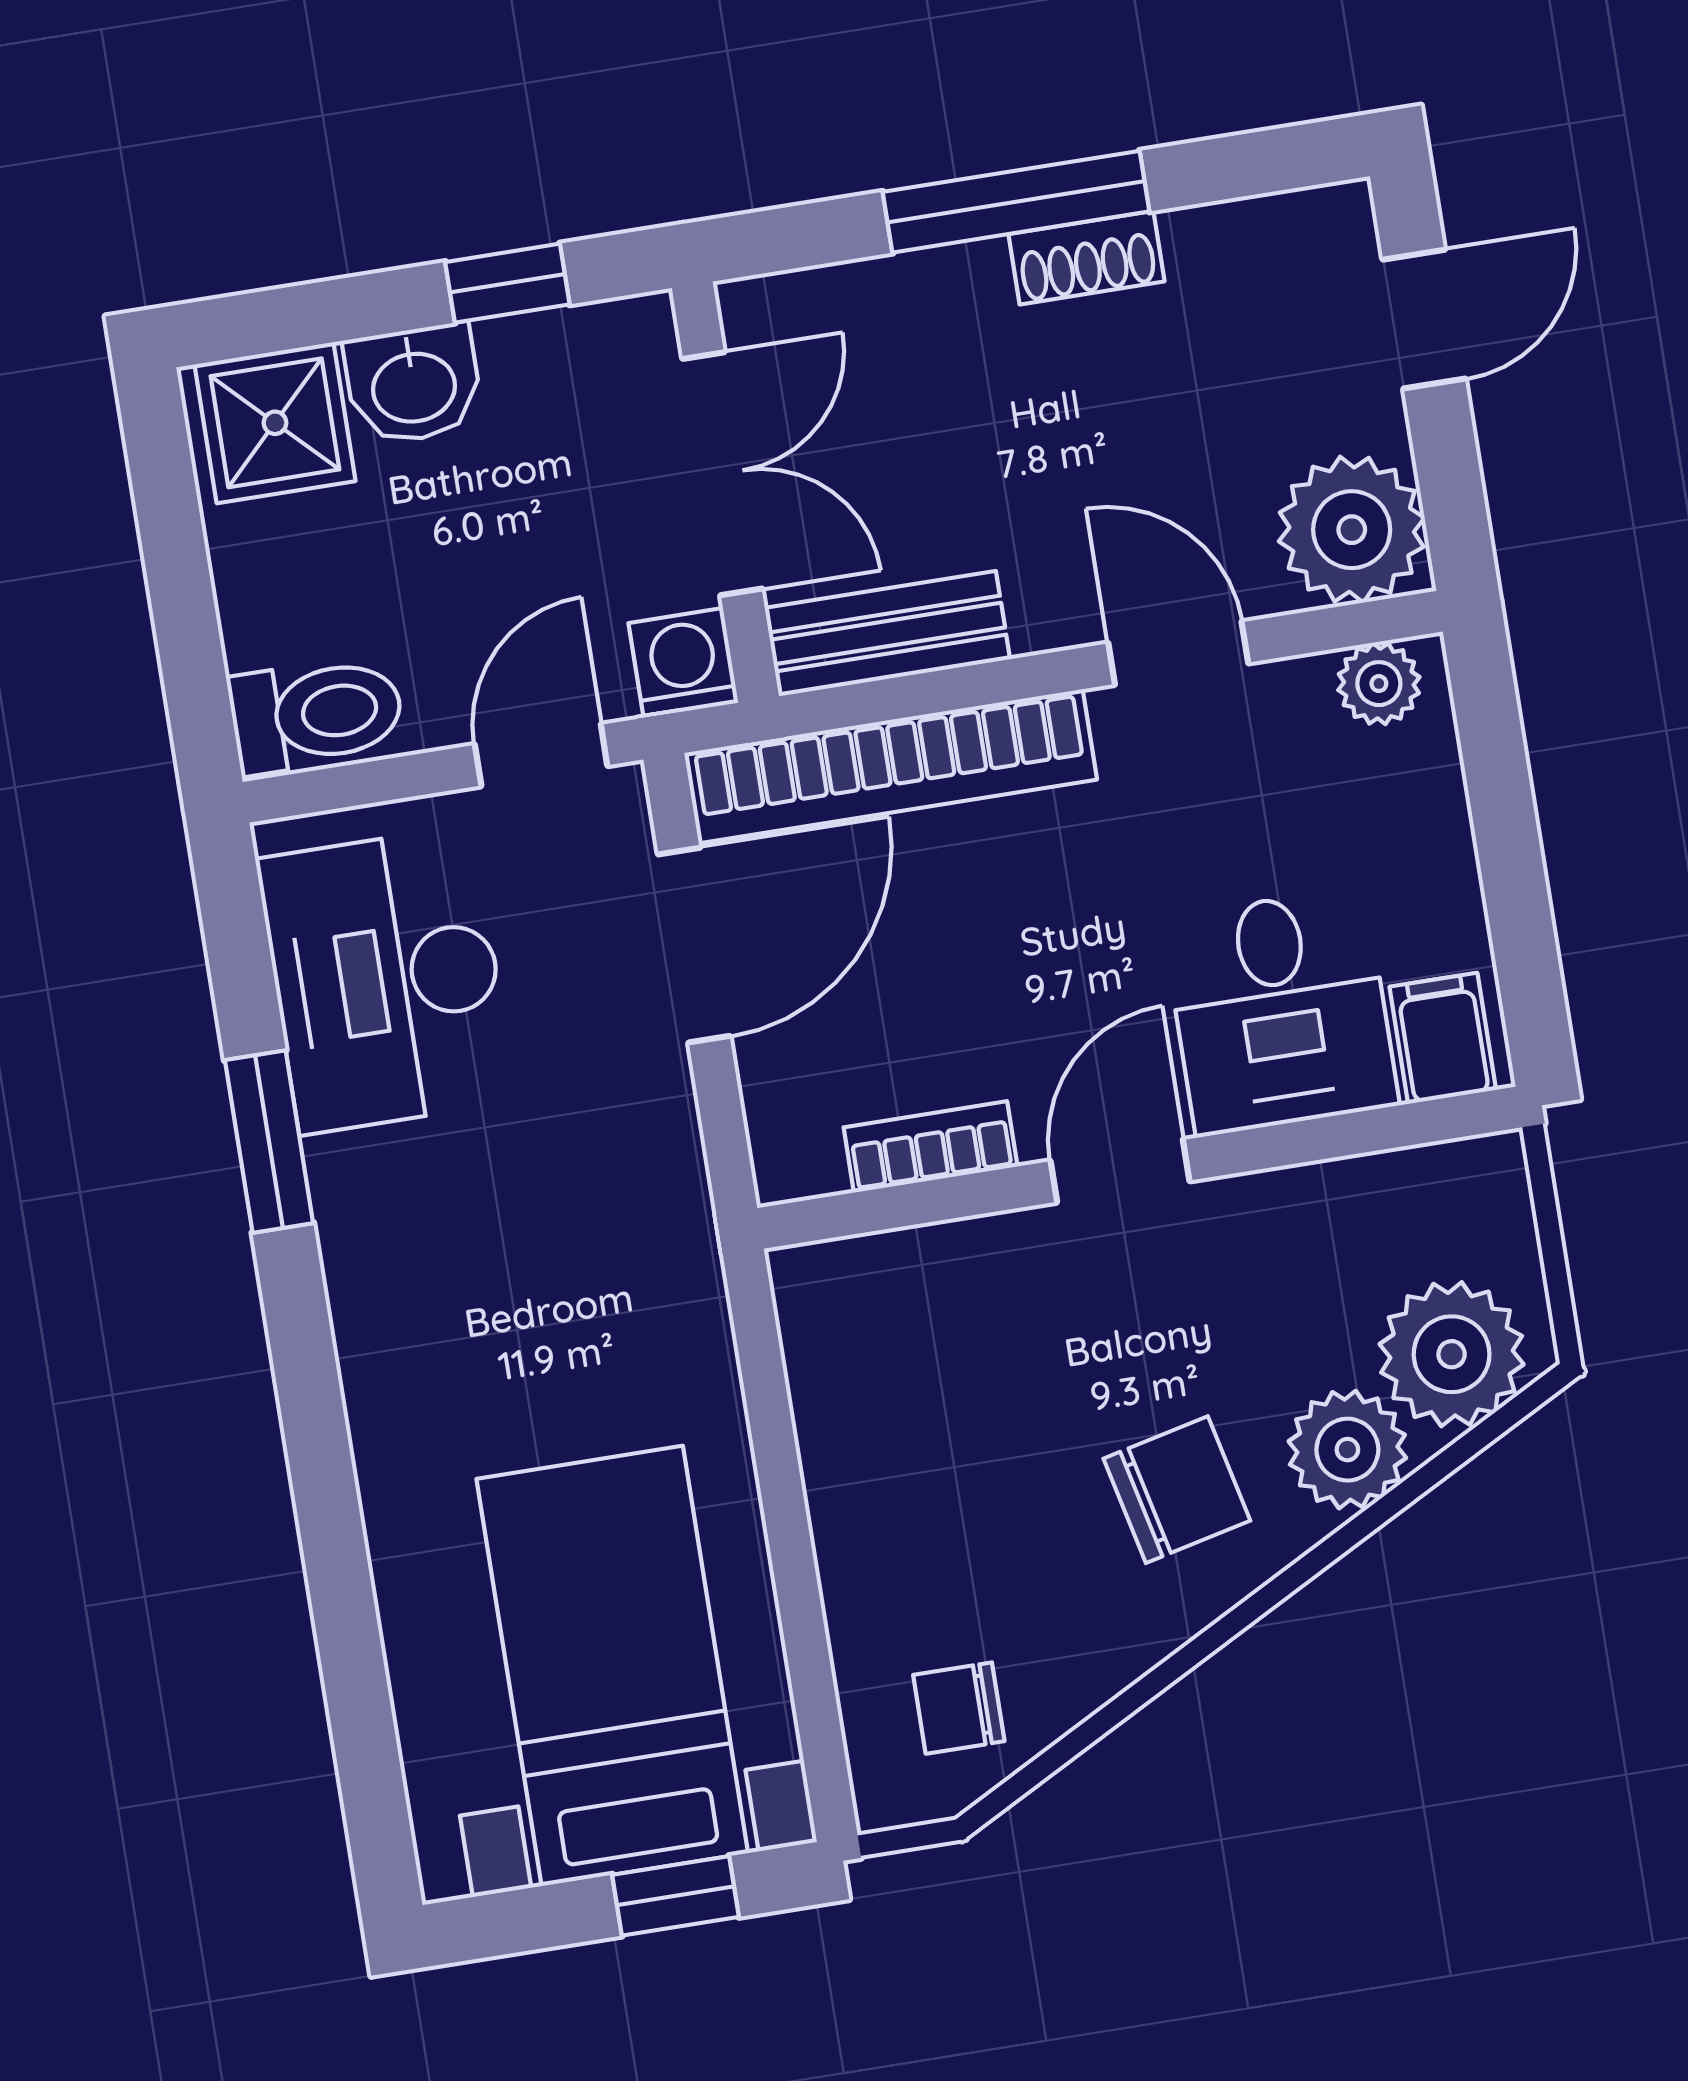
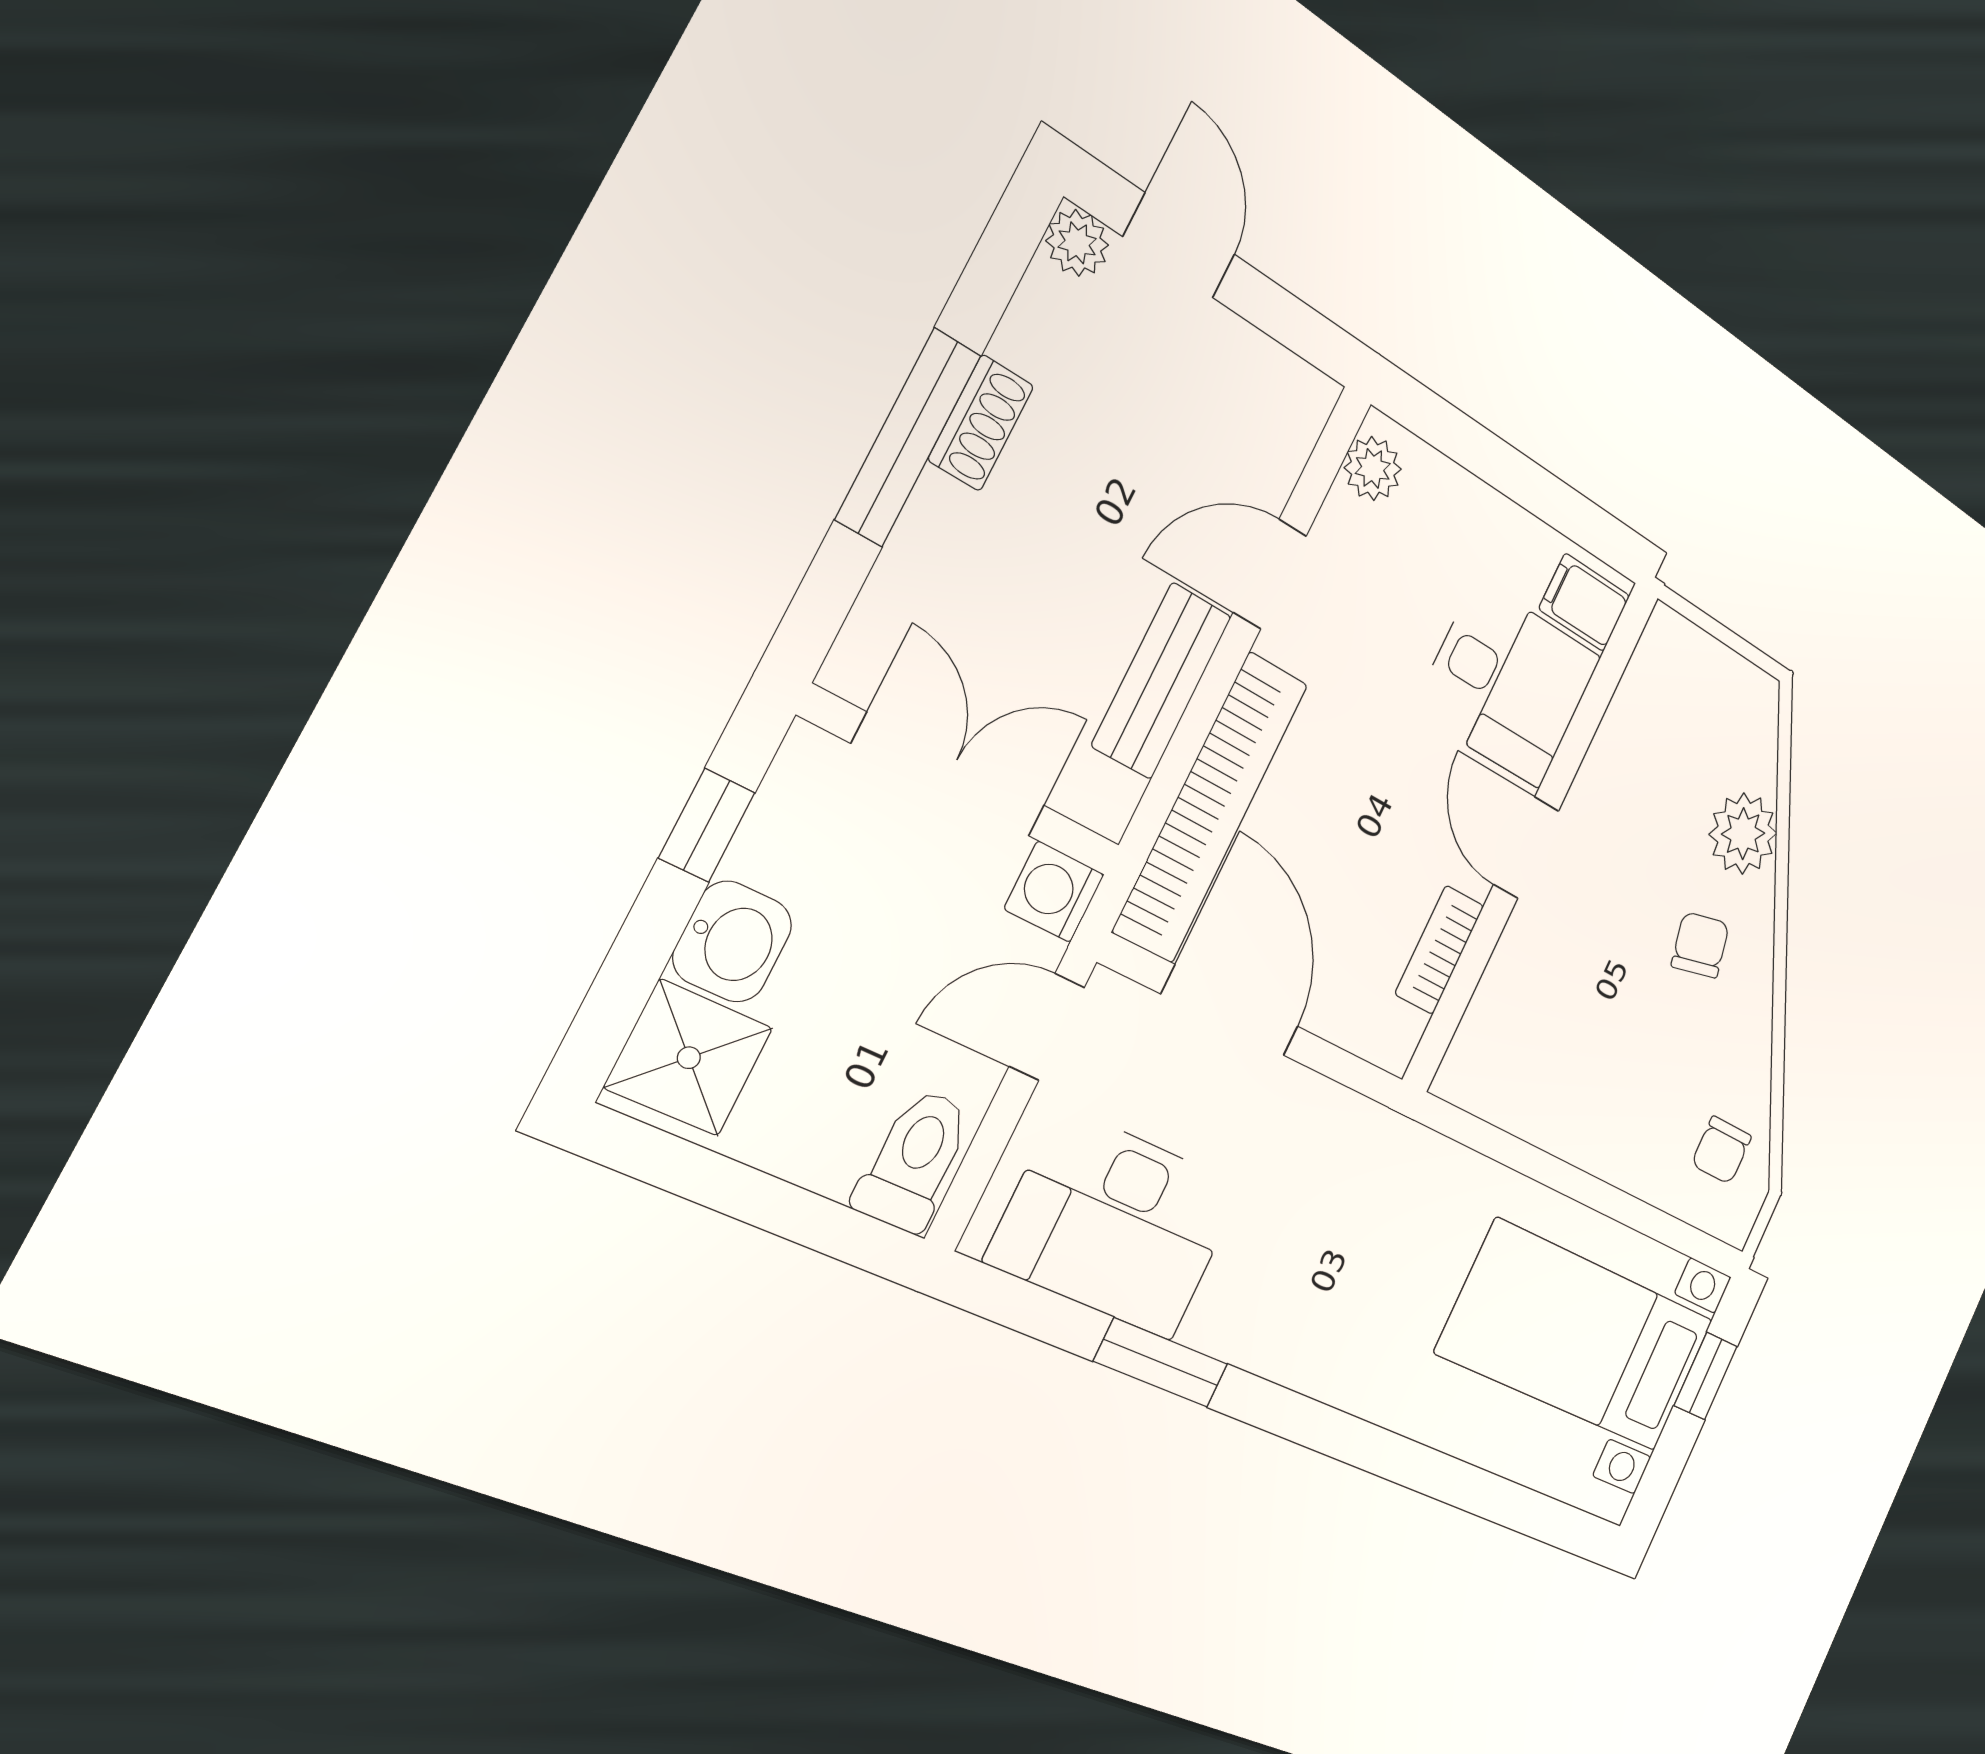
plant: (1352, 530) -> (1077, 243), moved, width x0.53, depth x0.53
bench: (887, 634) -> (1162, 681), moved
door: (541, 755) -> (1047, 1027), hinge flipped
plant: (1452, 1354) -> (1737, 737), removed
chair: (1177, 1490) -> (1700, 945), width x0.73, depth x0.73

